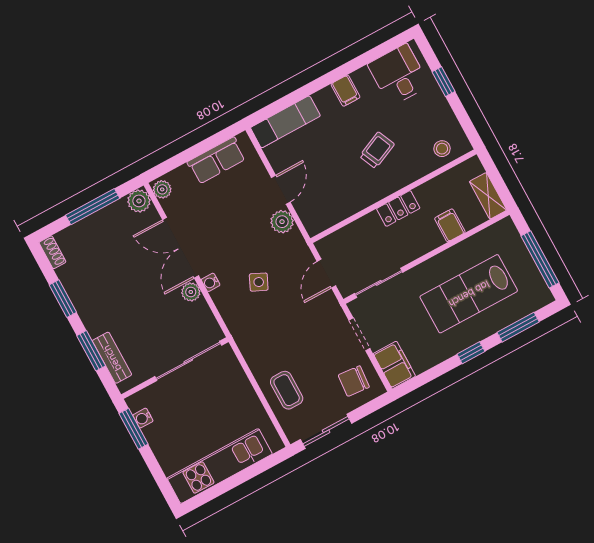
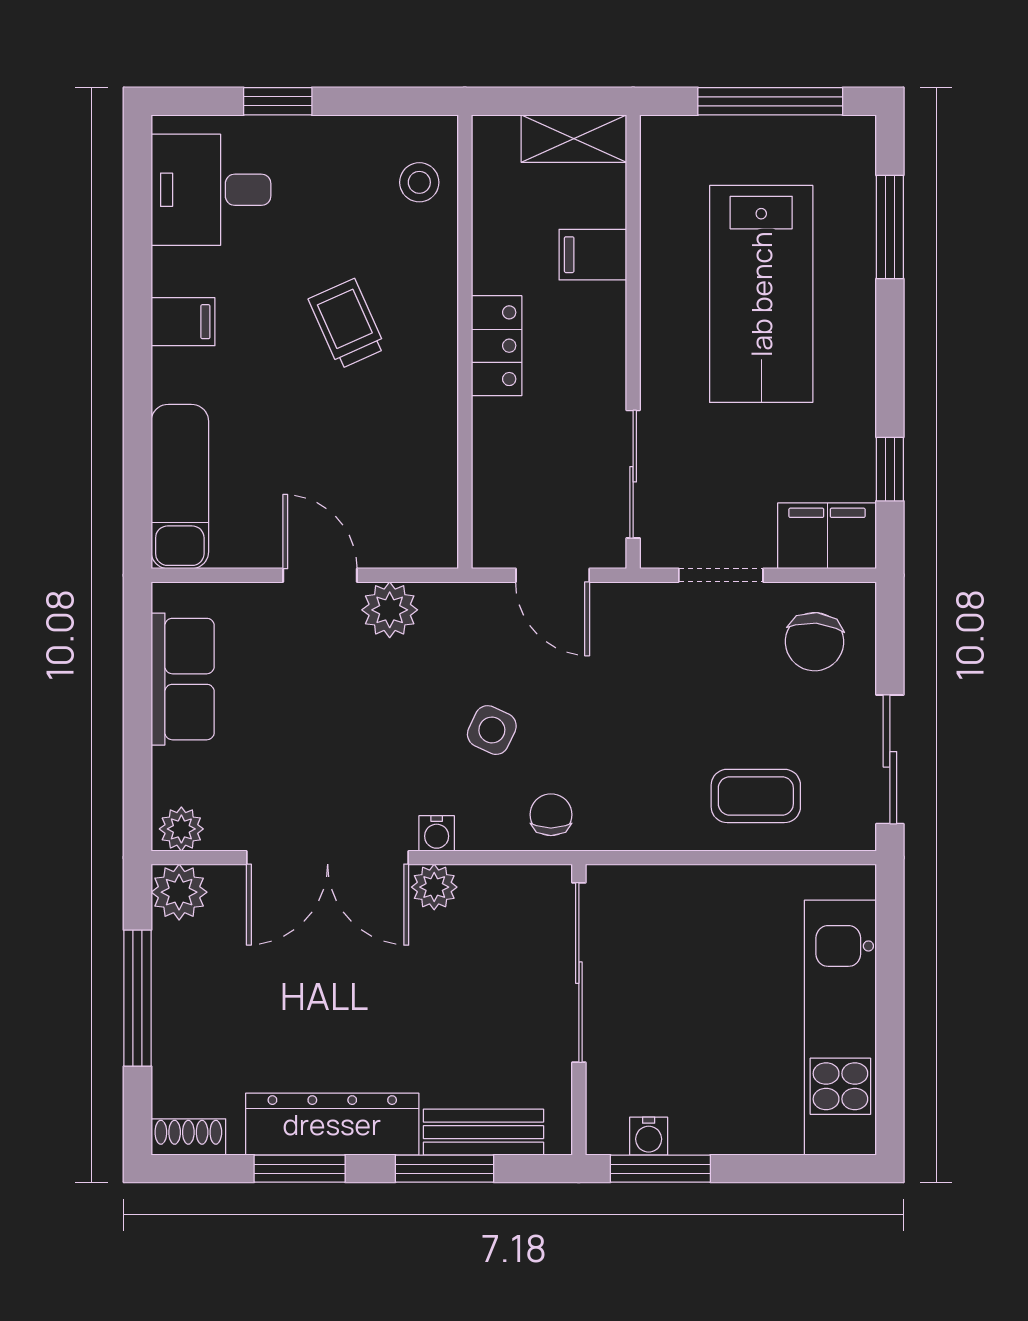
dresser: (85, 302) -> (332, 1124), added
chair: (240, 320) -> (551, 815), added
window: (471, 353) -> (890, 469), moved

